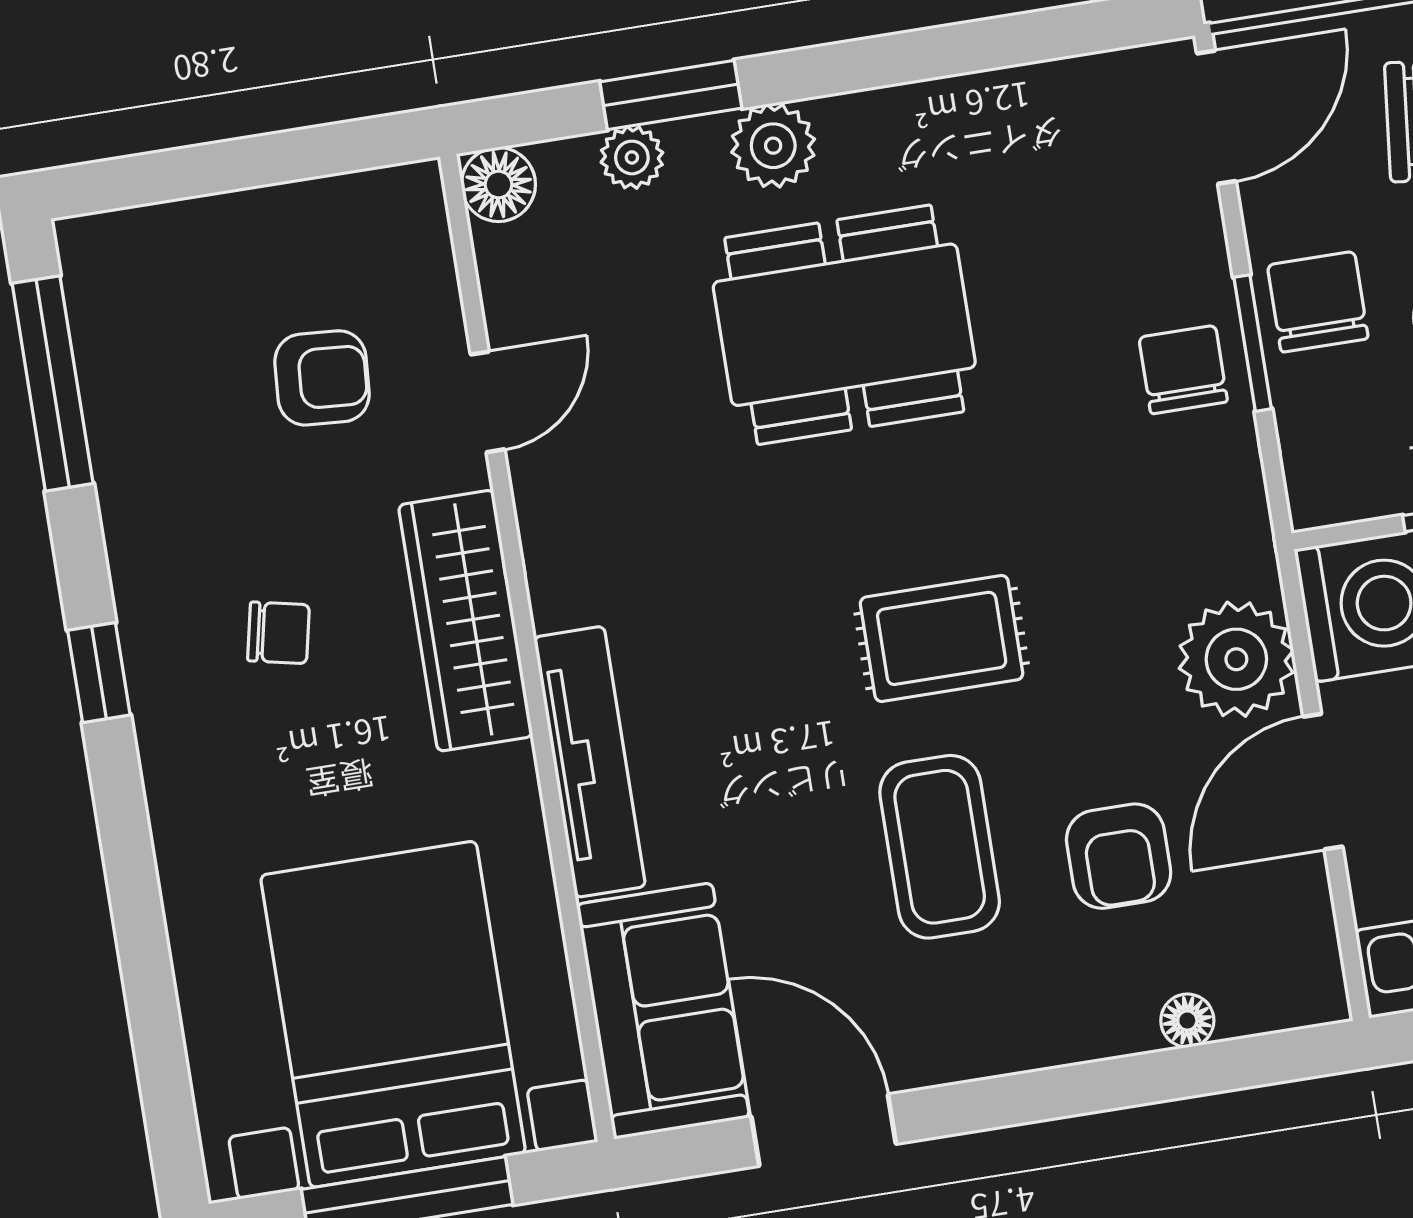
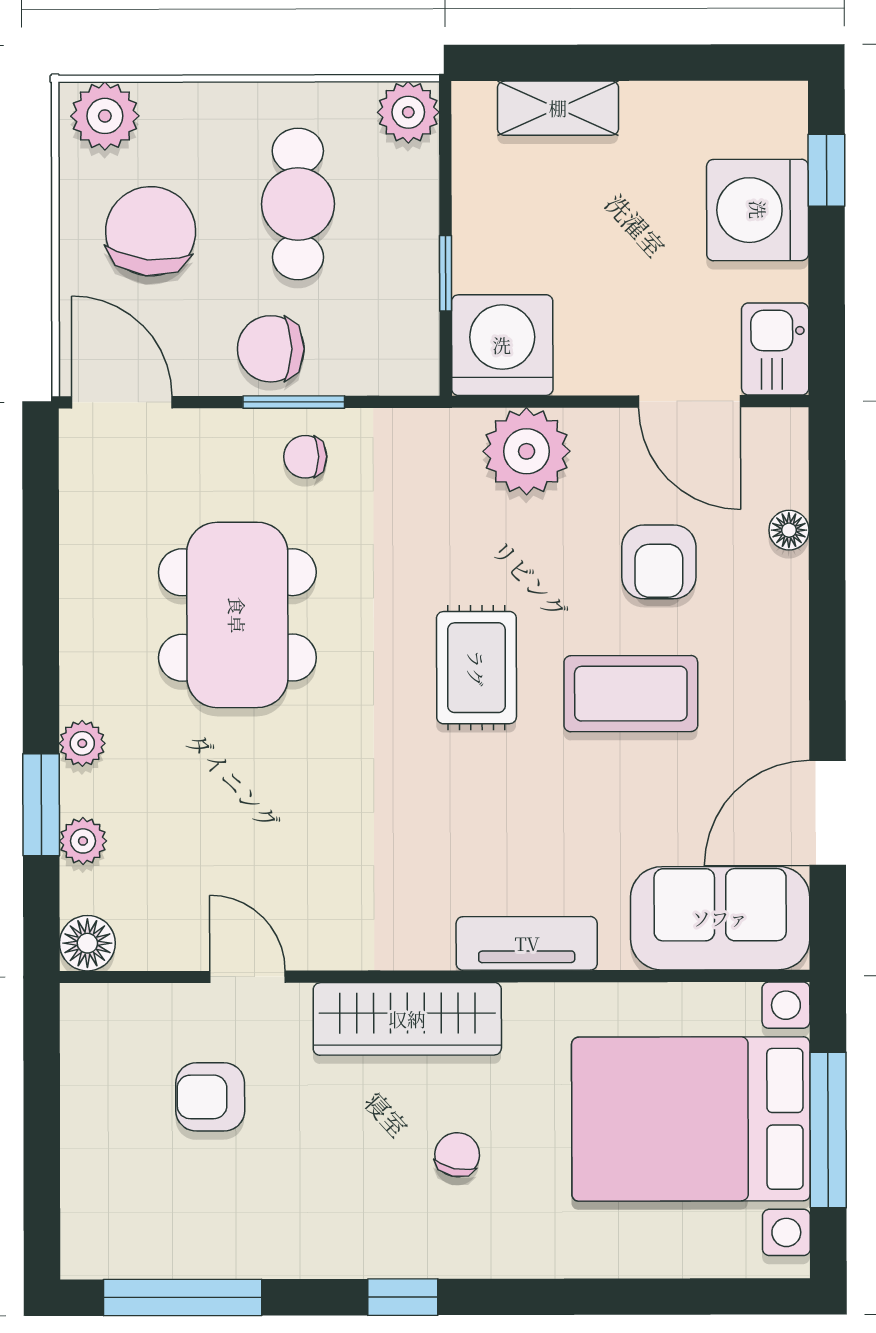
plant: (773, 146) -> (82, 743), width x0.73, depth x0.73
dining table: (844, 325) -> (237, 615), moved
chair: (1183, 370) -> (305, 457), width x0.73, depth x0.73
armchair: (322, 378) -> (210, 1097), turned -94
chair: (279, 633) -> (457, 1155), moved
tv unit: (590, 762) -> (527, 943), width x0.71
door: (1323, 782) -> (689, 401), moved
armchair: (1119, 856) -> (659, 562), turned 90

